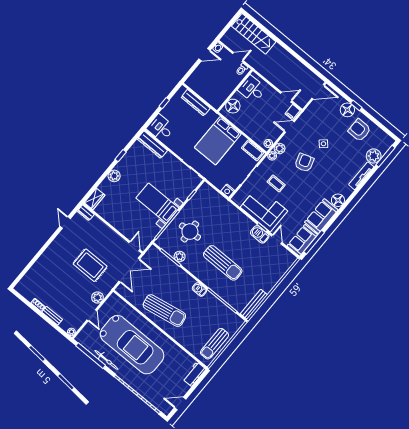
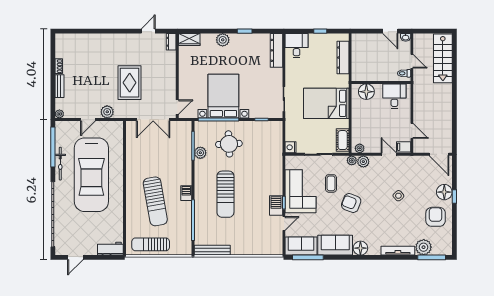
armchair: (304, 163) -> (351, 203), moved, turned -141
bed with nightstands: (157, 203) -> (223, 96), width x1.36
sun lounger: (164, 311) -> (155, 201), moved
door: (180, 403) -> (75, 257), swing flipped

